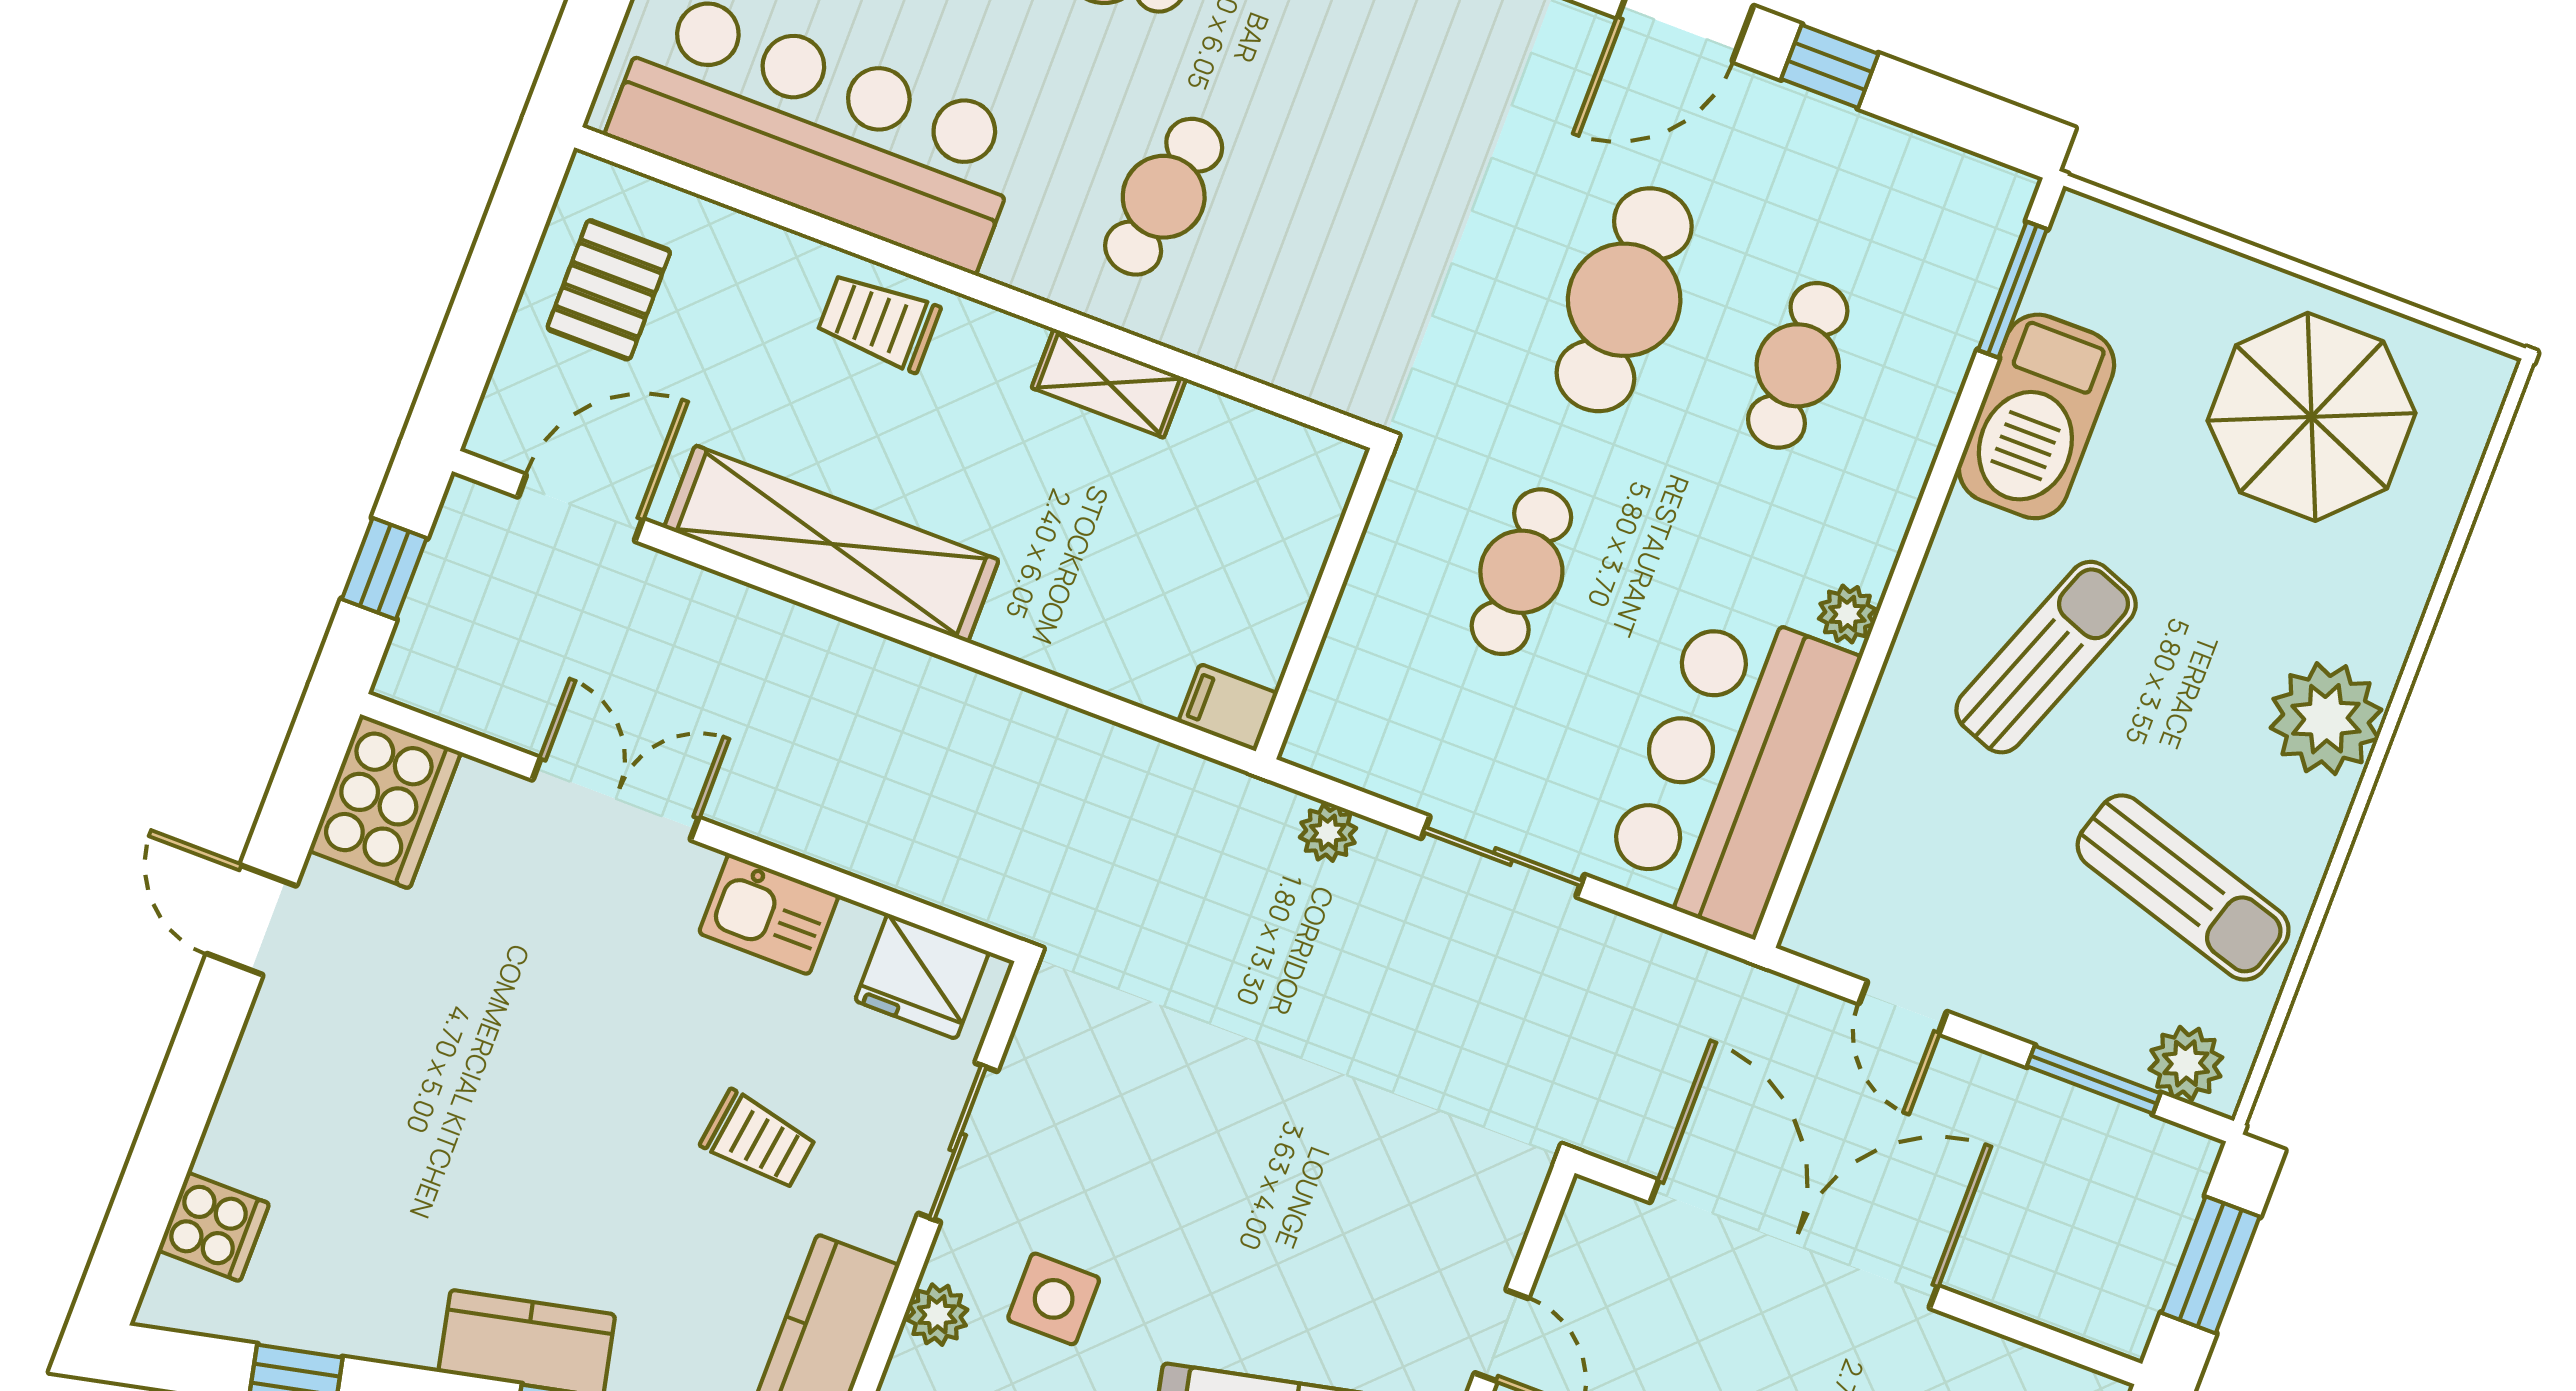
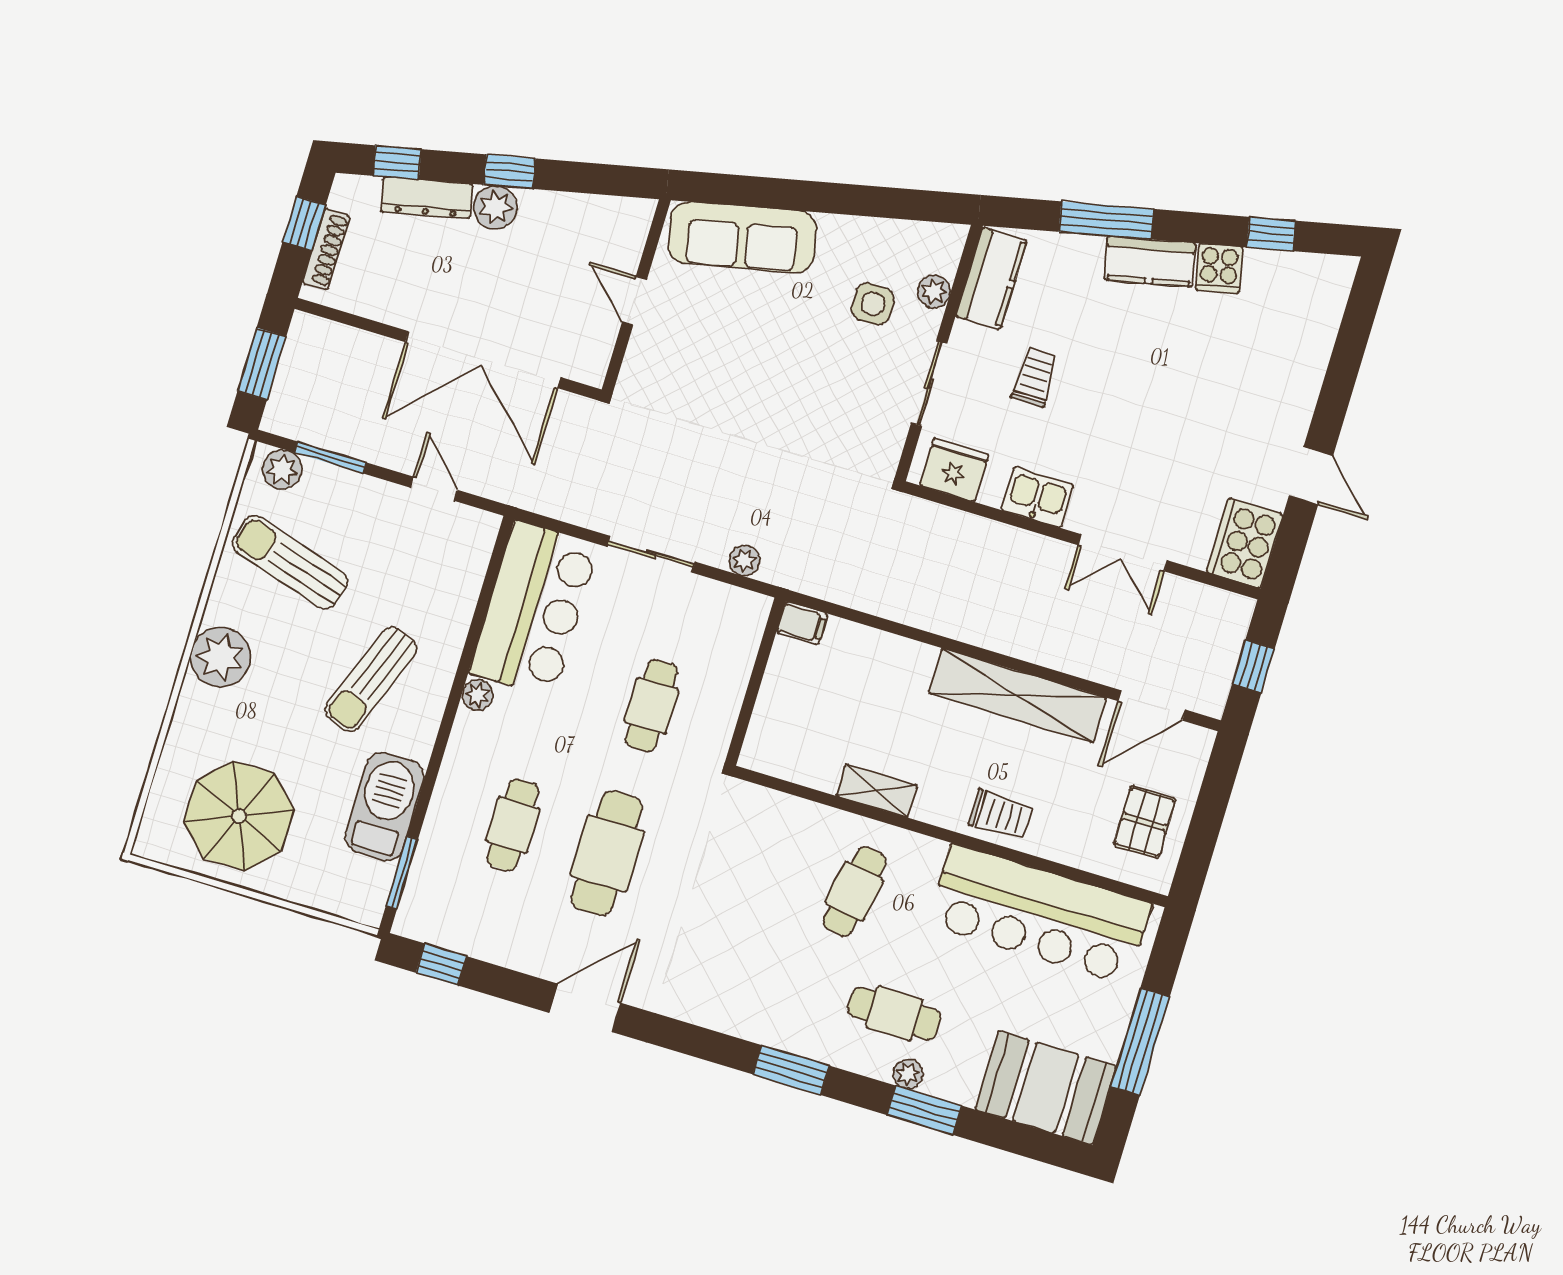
window: (1830, 66) -> (441, 964), moved
trolley: (758, 1140) -> (1035, 377), turned 82
cooker: (214, 1227) -> (1219, 268), moved, turned -102

